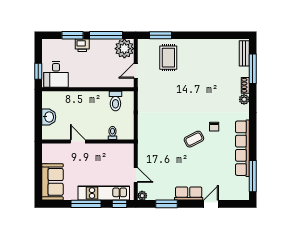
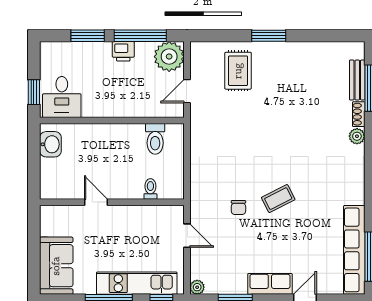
window: (160, 35) -> (269, 36), moved
printer: (82, 45) -> (123, 51), moved
bench: (244, 53) -> (357, 80), moved
washbasin: (49, 117) -> (50, 144), moved
chair: (214, 127) -> (238, 208), moved
row of seats: (242, 148) -> (354, 250), moved
door: (136, 175) -> (187, 236), moved

